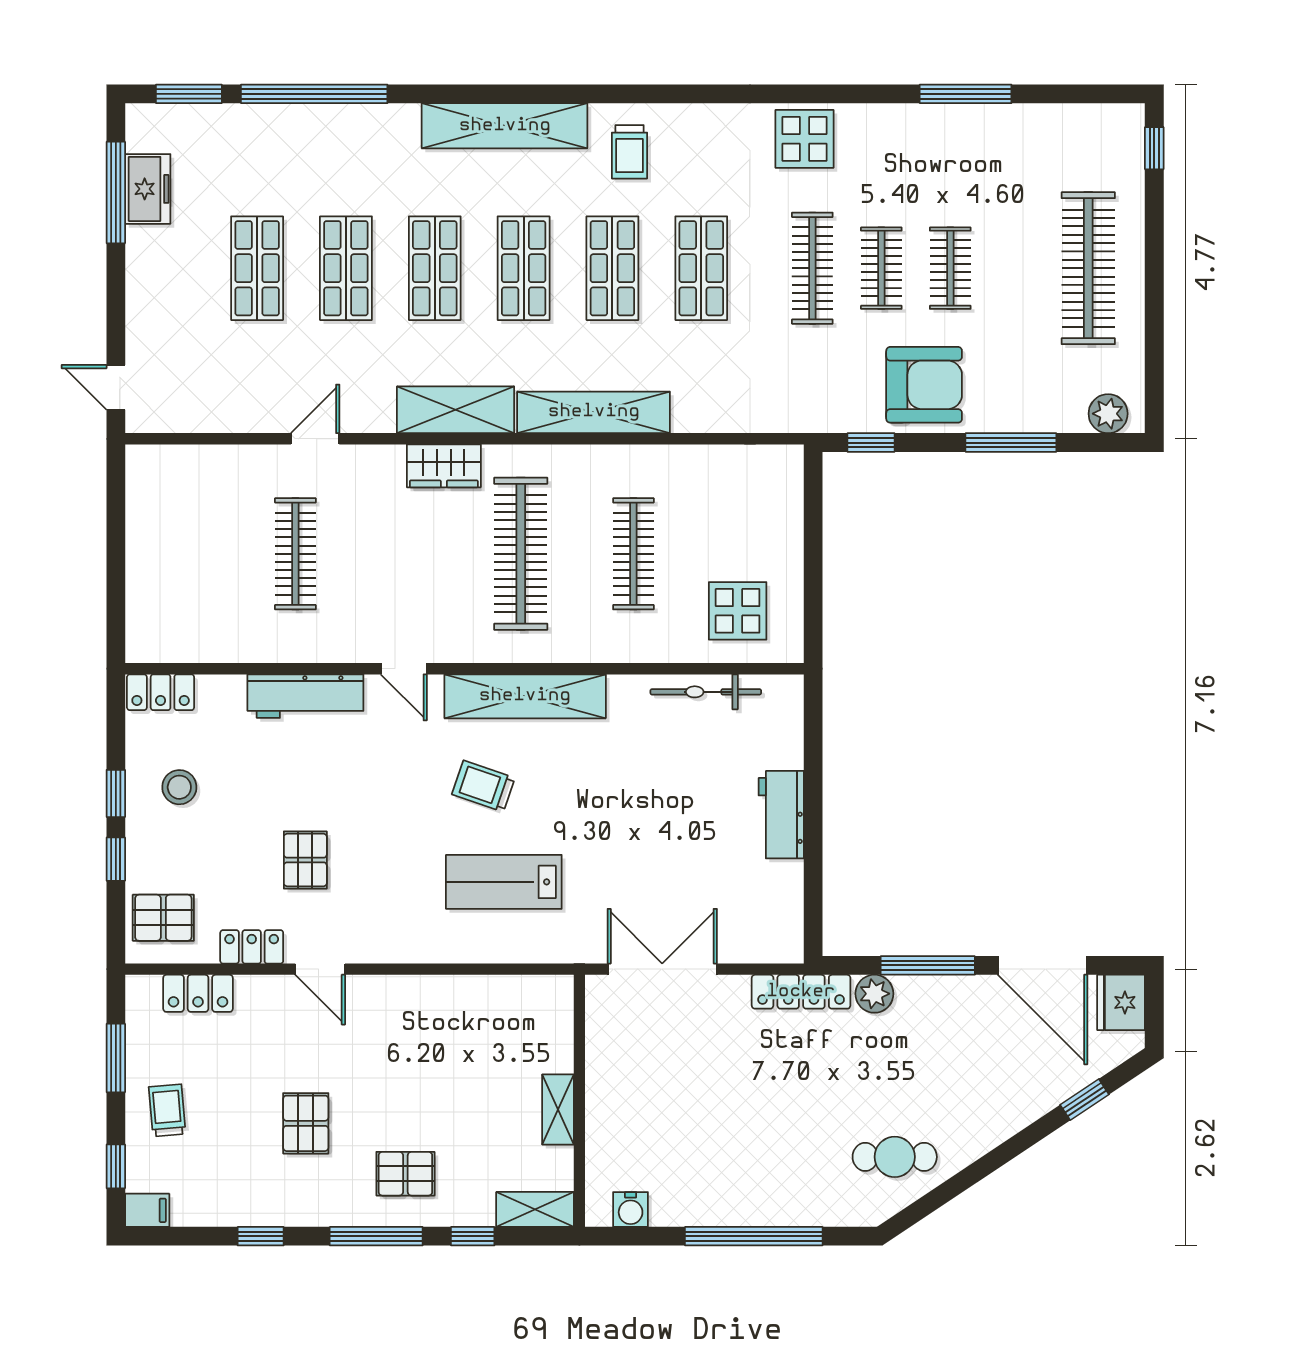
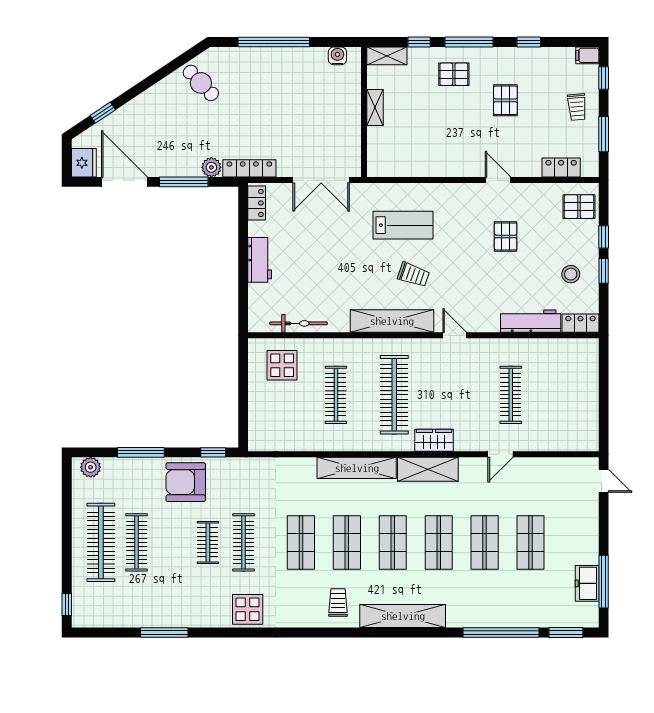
clothes rail: (950, 268) -> (137, 542), moved, width x1.36
workbench: (305, 696) -> (531, 321), moved
locker: (252, 947) -> (257, 203), moved, turned -90
cafe table: (895, 1157) -> (201, 83), turned 46

